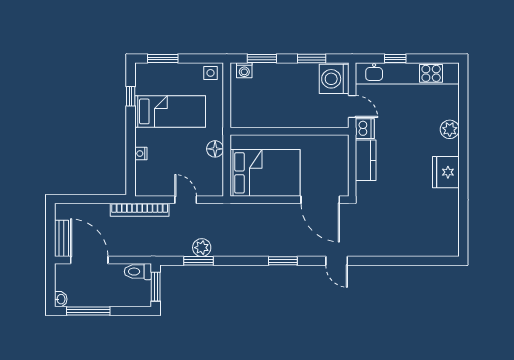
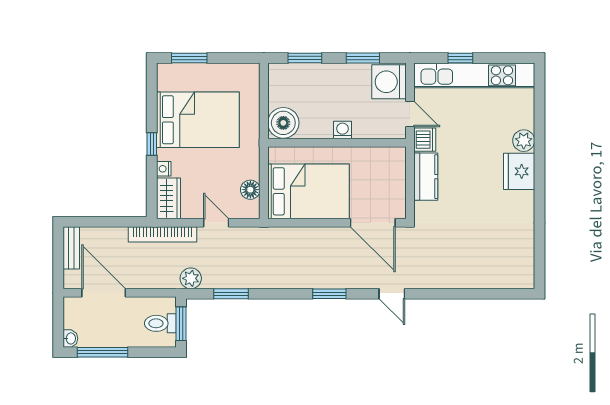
washing machine: (244, 70) -> (342, 130), moved, turned 180
side table: (211, 73) -> (245, 75), removed
window: (131, 96) -> (152, 144), moved
bed: (170, 111) -> (198, 120), width x1.50
boiler: (243, 114) -> (283, 123), added
floor lamp: (215, 149) -> (250, 190), moved
fridge: (446, 172) -> (519, 171), moved
wardrobe: (145, 179) -> (169, 198), added
bench: (62, 238) -> (71, 248), moved
plant: (202, 248) -> (191, 278), moved
toilet: (138, 272) -> (160, 323), moved

